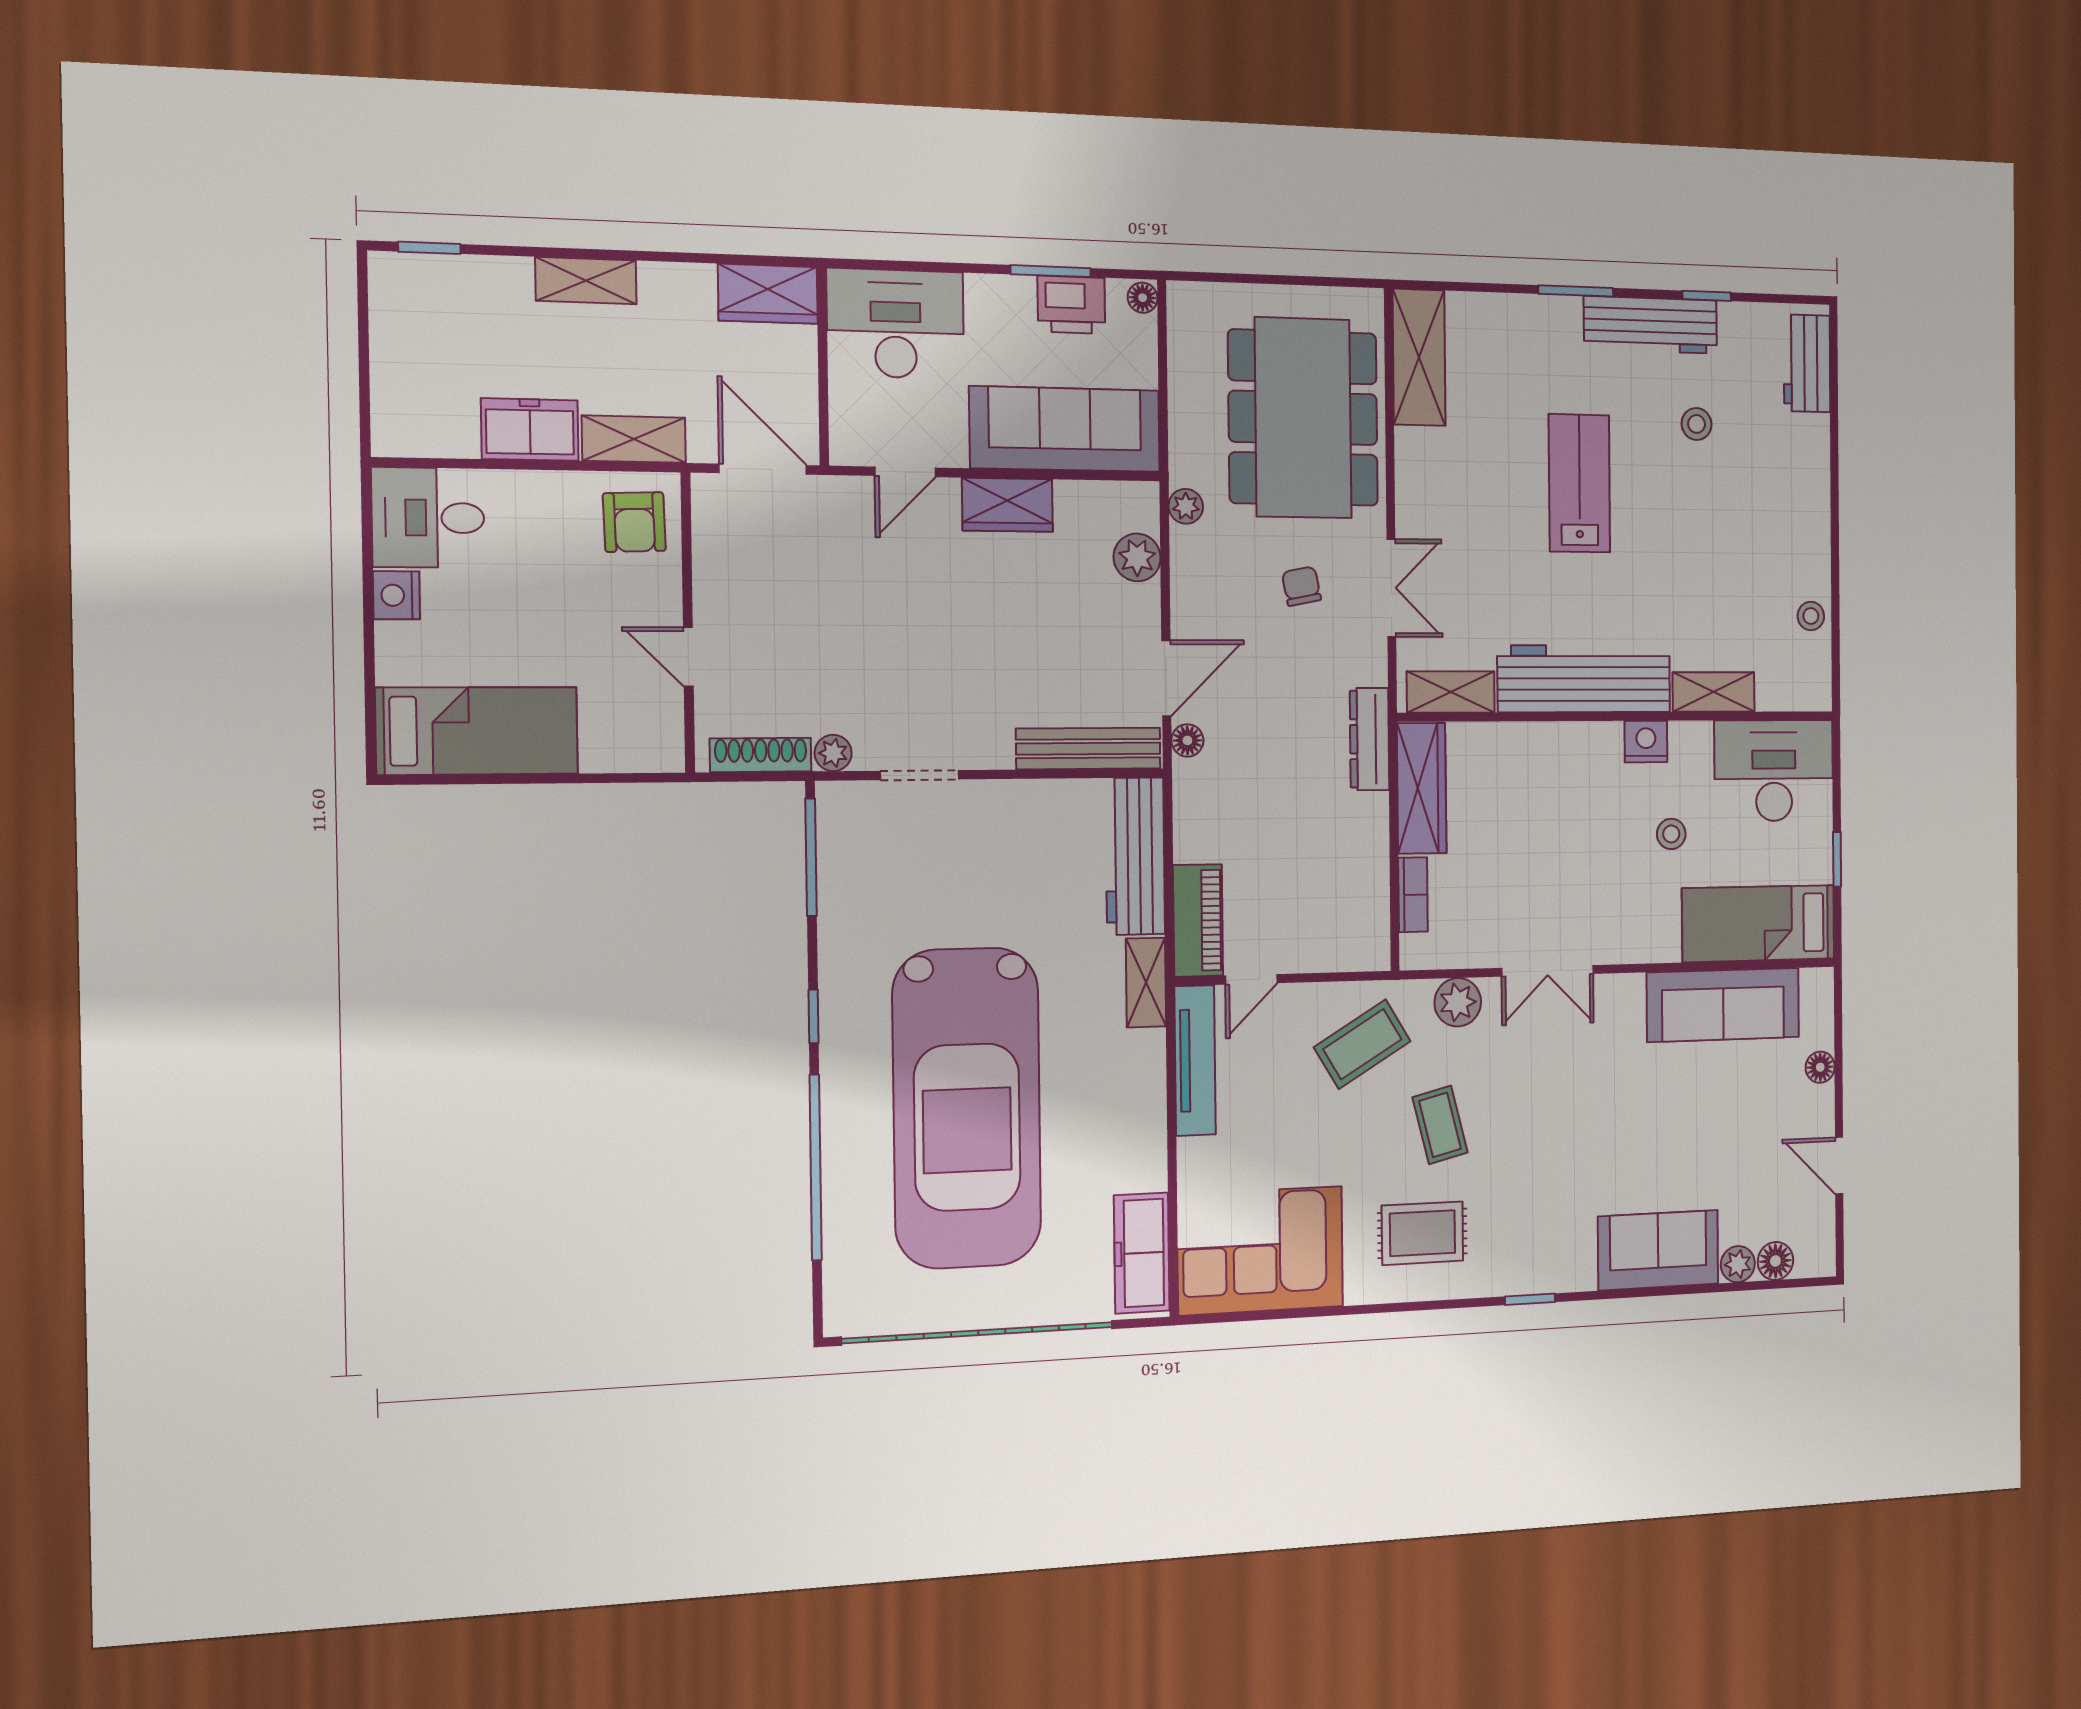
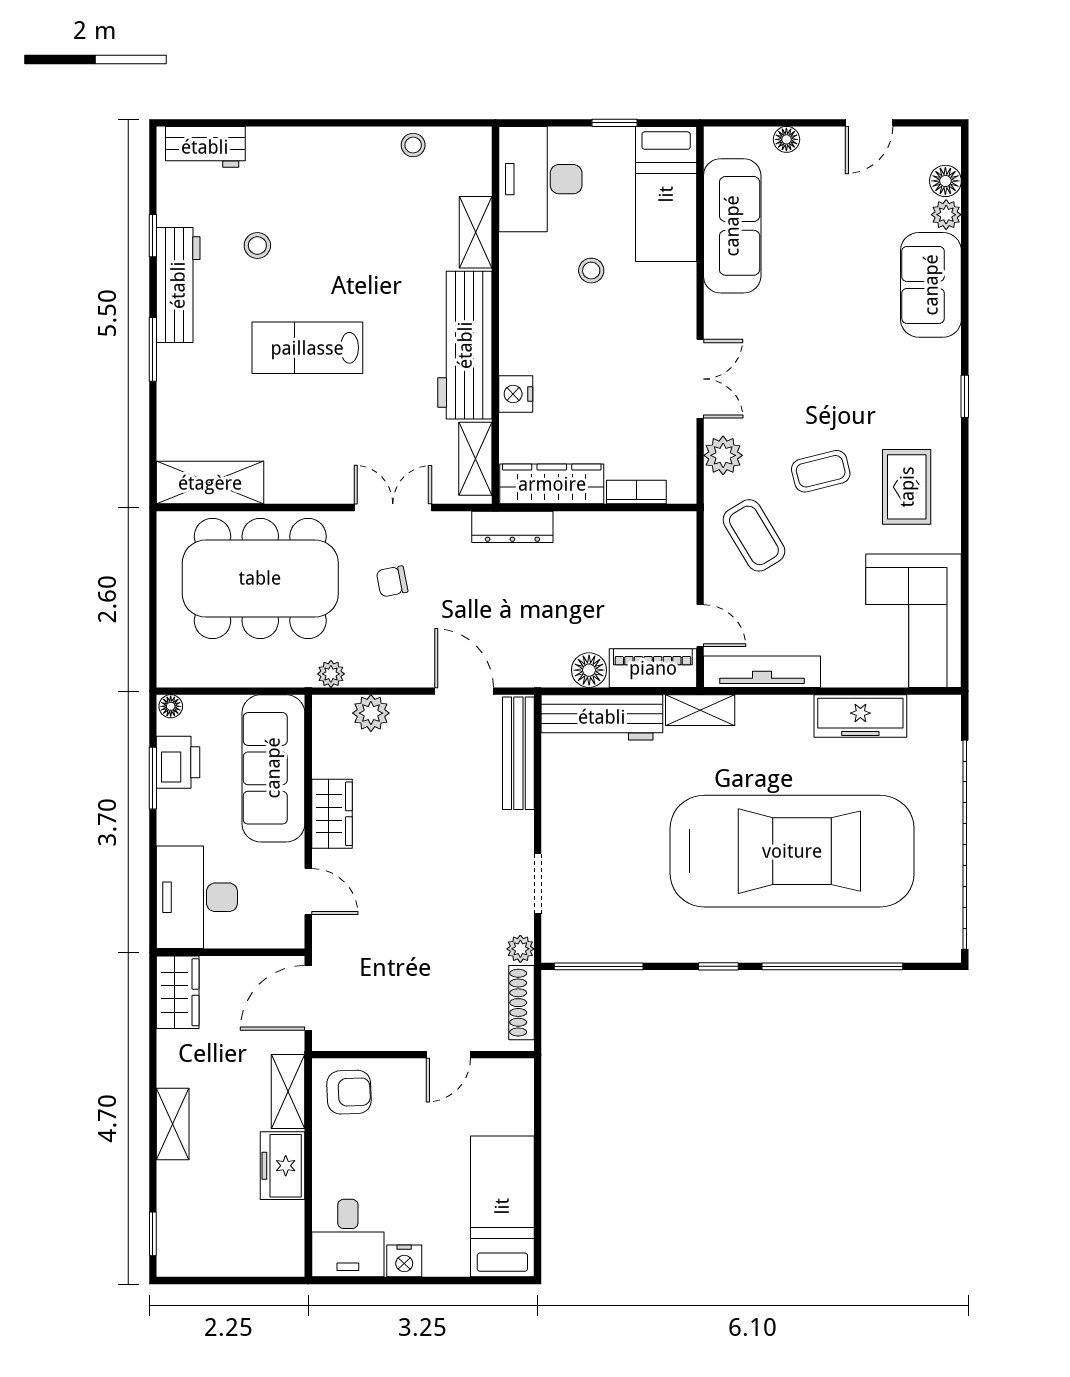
floor lamp: (1187, 740) -> (589, 670), moved, width x1.37, depth x1.37
nightstand: (1646, 742) -> (516, 394), moved
freezer: (1142, 1253) -> (860, 716), moved

